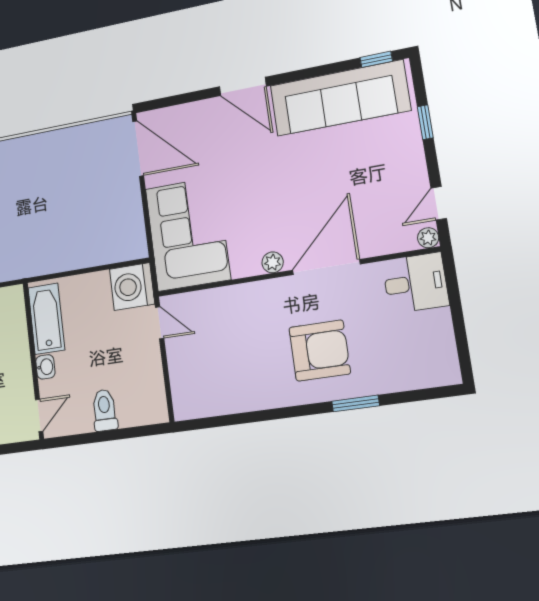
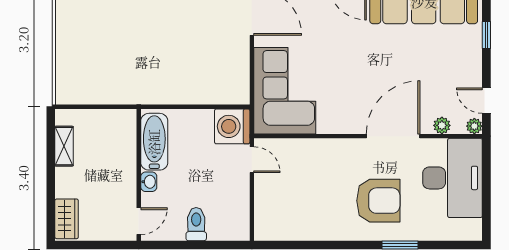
door: (439, 203) -> (486, 101), hinge flipped
plant: (273, 262) -> (442, 125), moved
desk: (415, 283) -> (453, 178), width x1.87, depth x1.30

